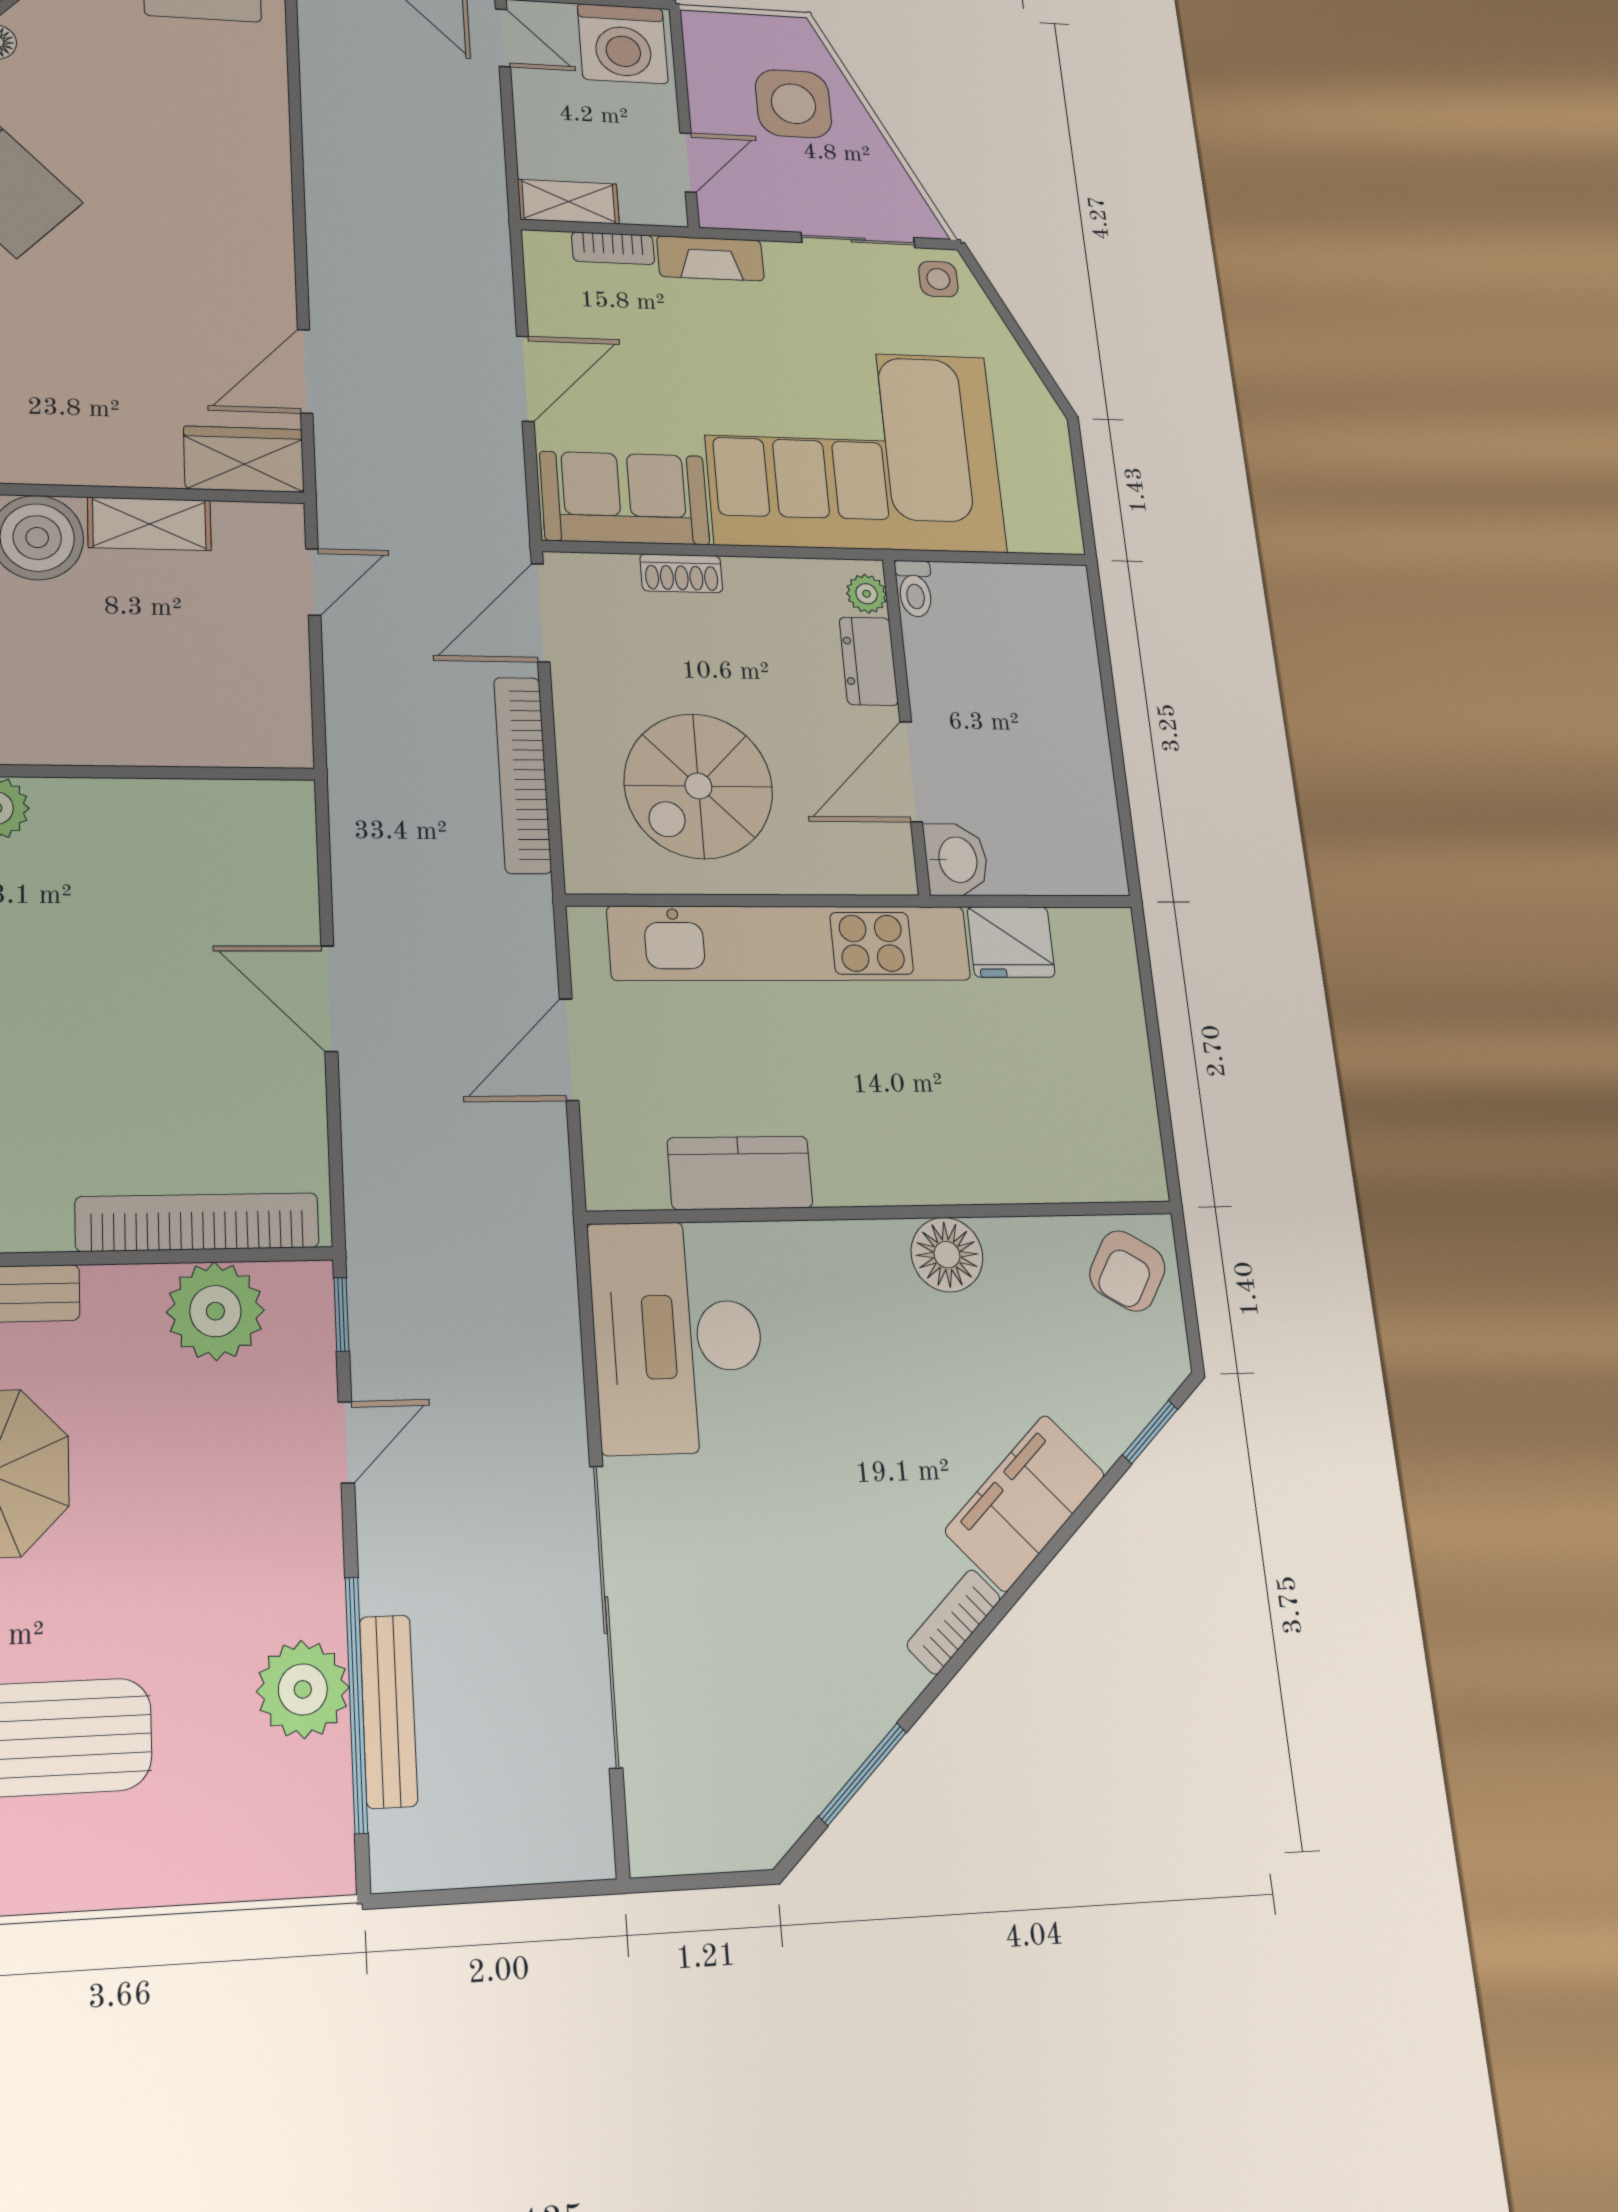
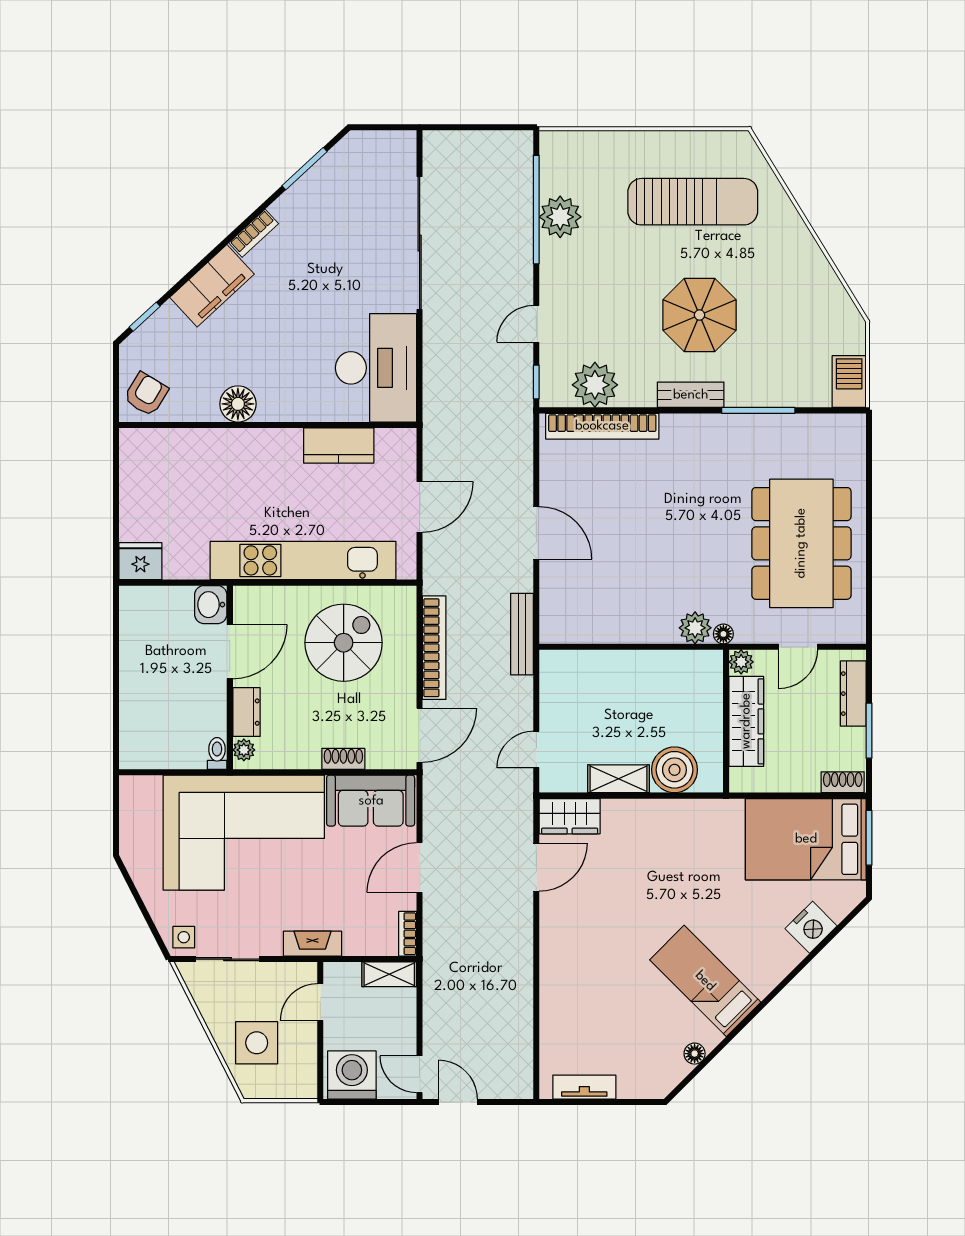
bookcase: (613, 248) -> (408, 934), moved, turned -90
fridge: (1011, 942) -> (140, 561), moved
bench: (388, 1711) -> (522, 634), moved

